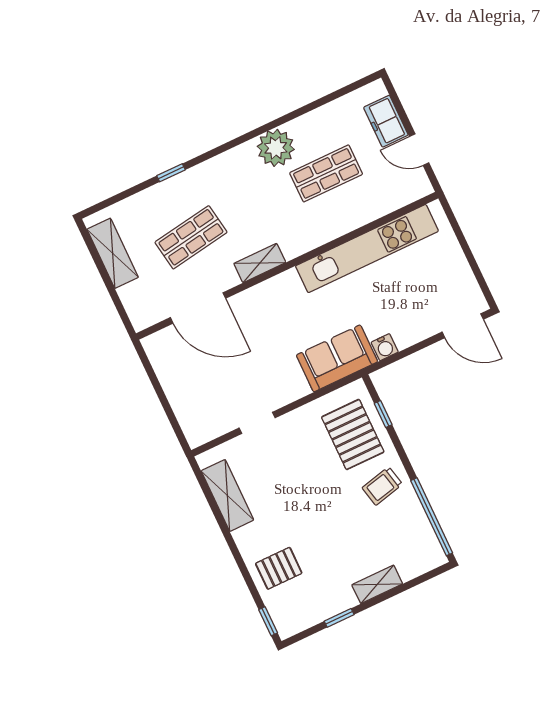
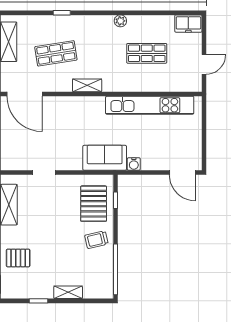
freezer: (386, 121) -> (188, 24), moved, turned -90
plant: (276, 148) -> (120, 21), width x0.53, depth x0.53
door: (419, 150) -> (204, 64), swing flipped
door: (198, 308) -> (25, 94), moved

